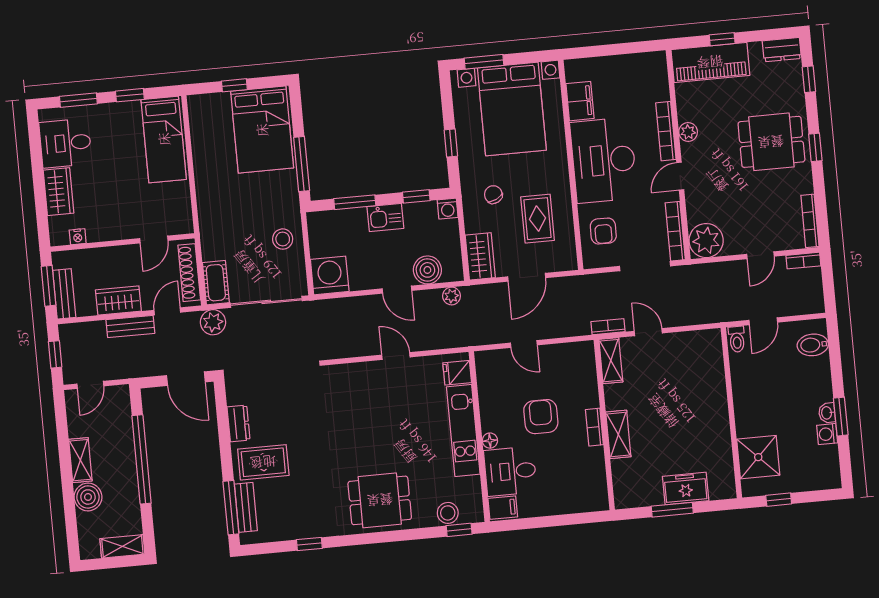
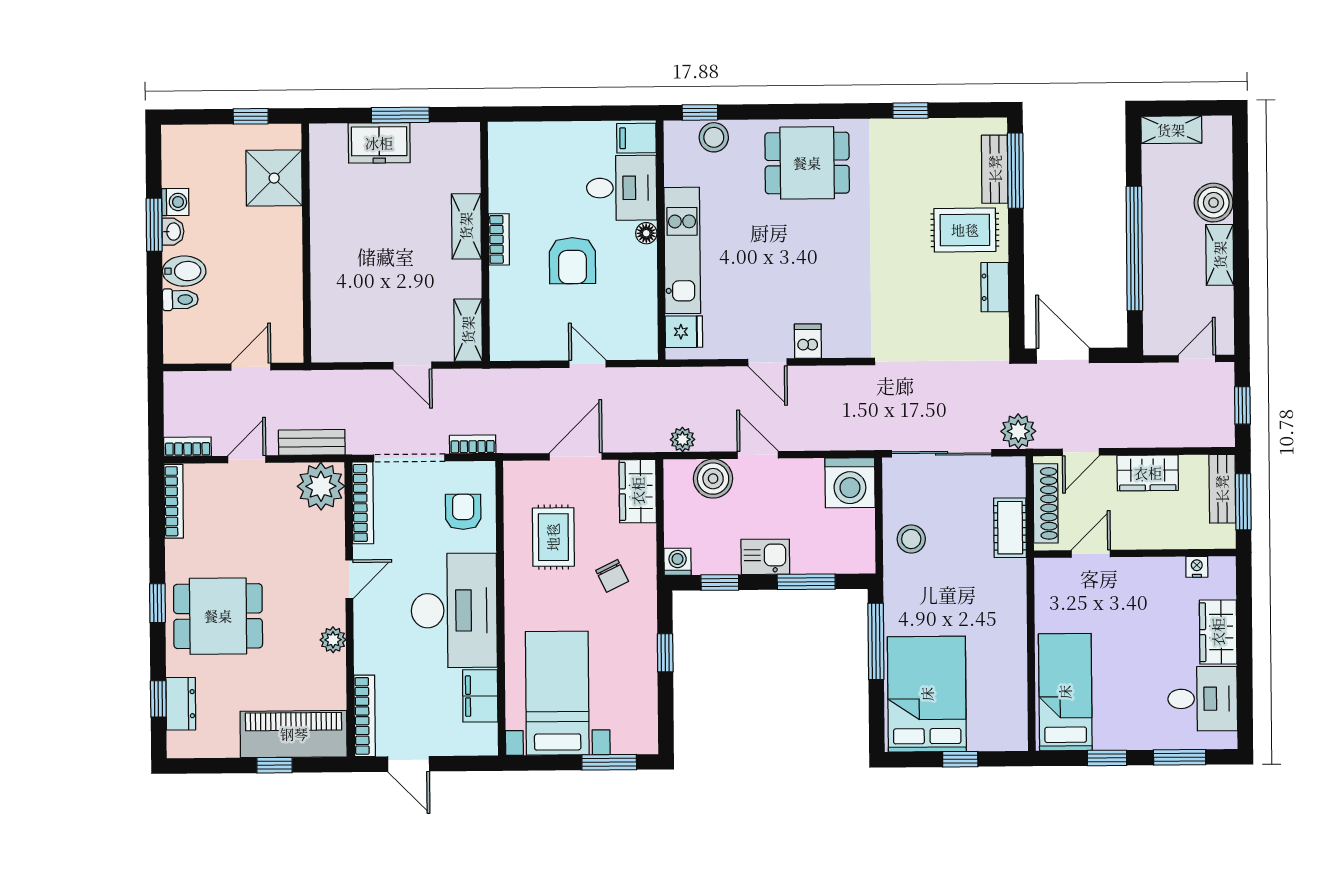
door: (627, 48) -> (409, 764), added
dresser: (782, 50) -> (181, 704), moved, turned 90
bed with nightstands: (512, 109) -> (557, 693), width x0.73
bookcase: (666, 131) -> (365, 716), moved
cot: (216, 283) -> (1010, 528), moved
bench: (130, 326) -> (312, 442), moved
bookcase: (608, 327) -> (473, 444), moved, turned 180
toilet: (737, 339) -> (180, 300), moved, turned 90
bidet: (813, 345) -> (184, 271), moved
dishwasher: (368, 374) -> (808, 341), added

